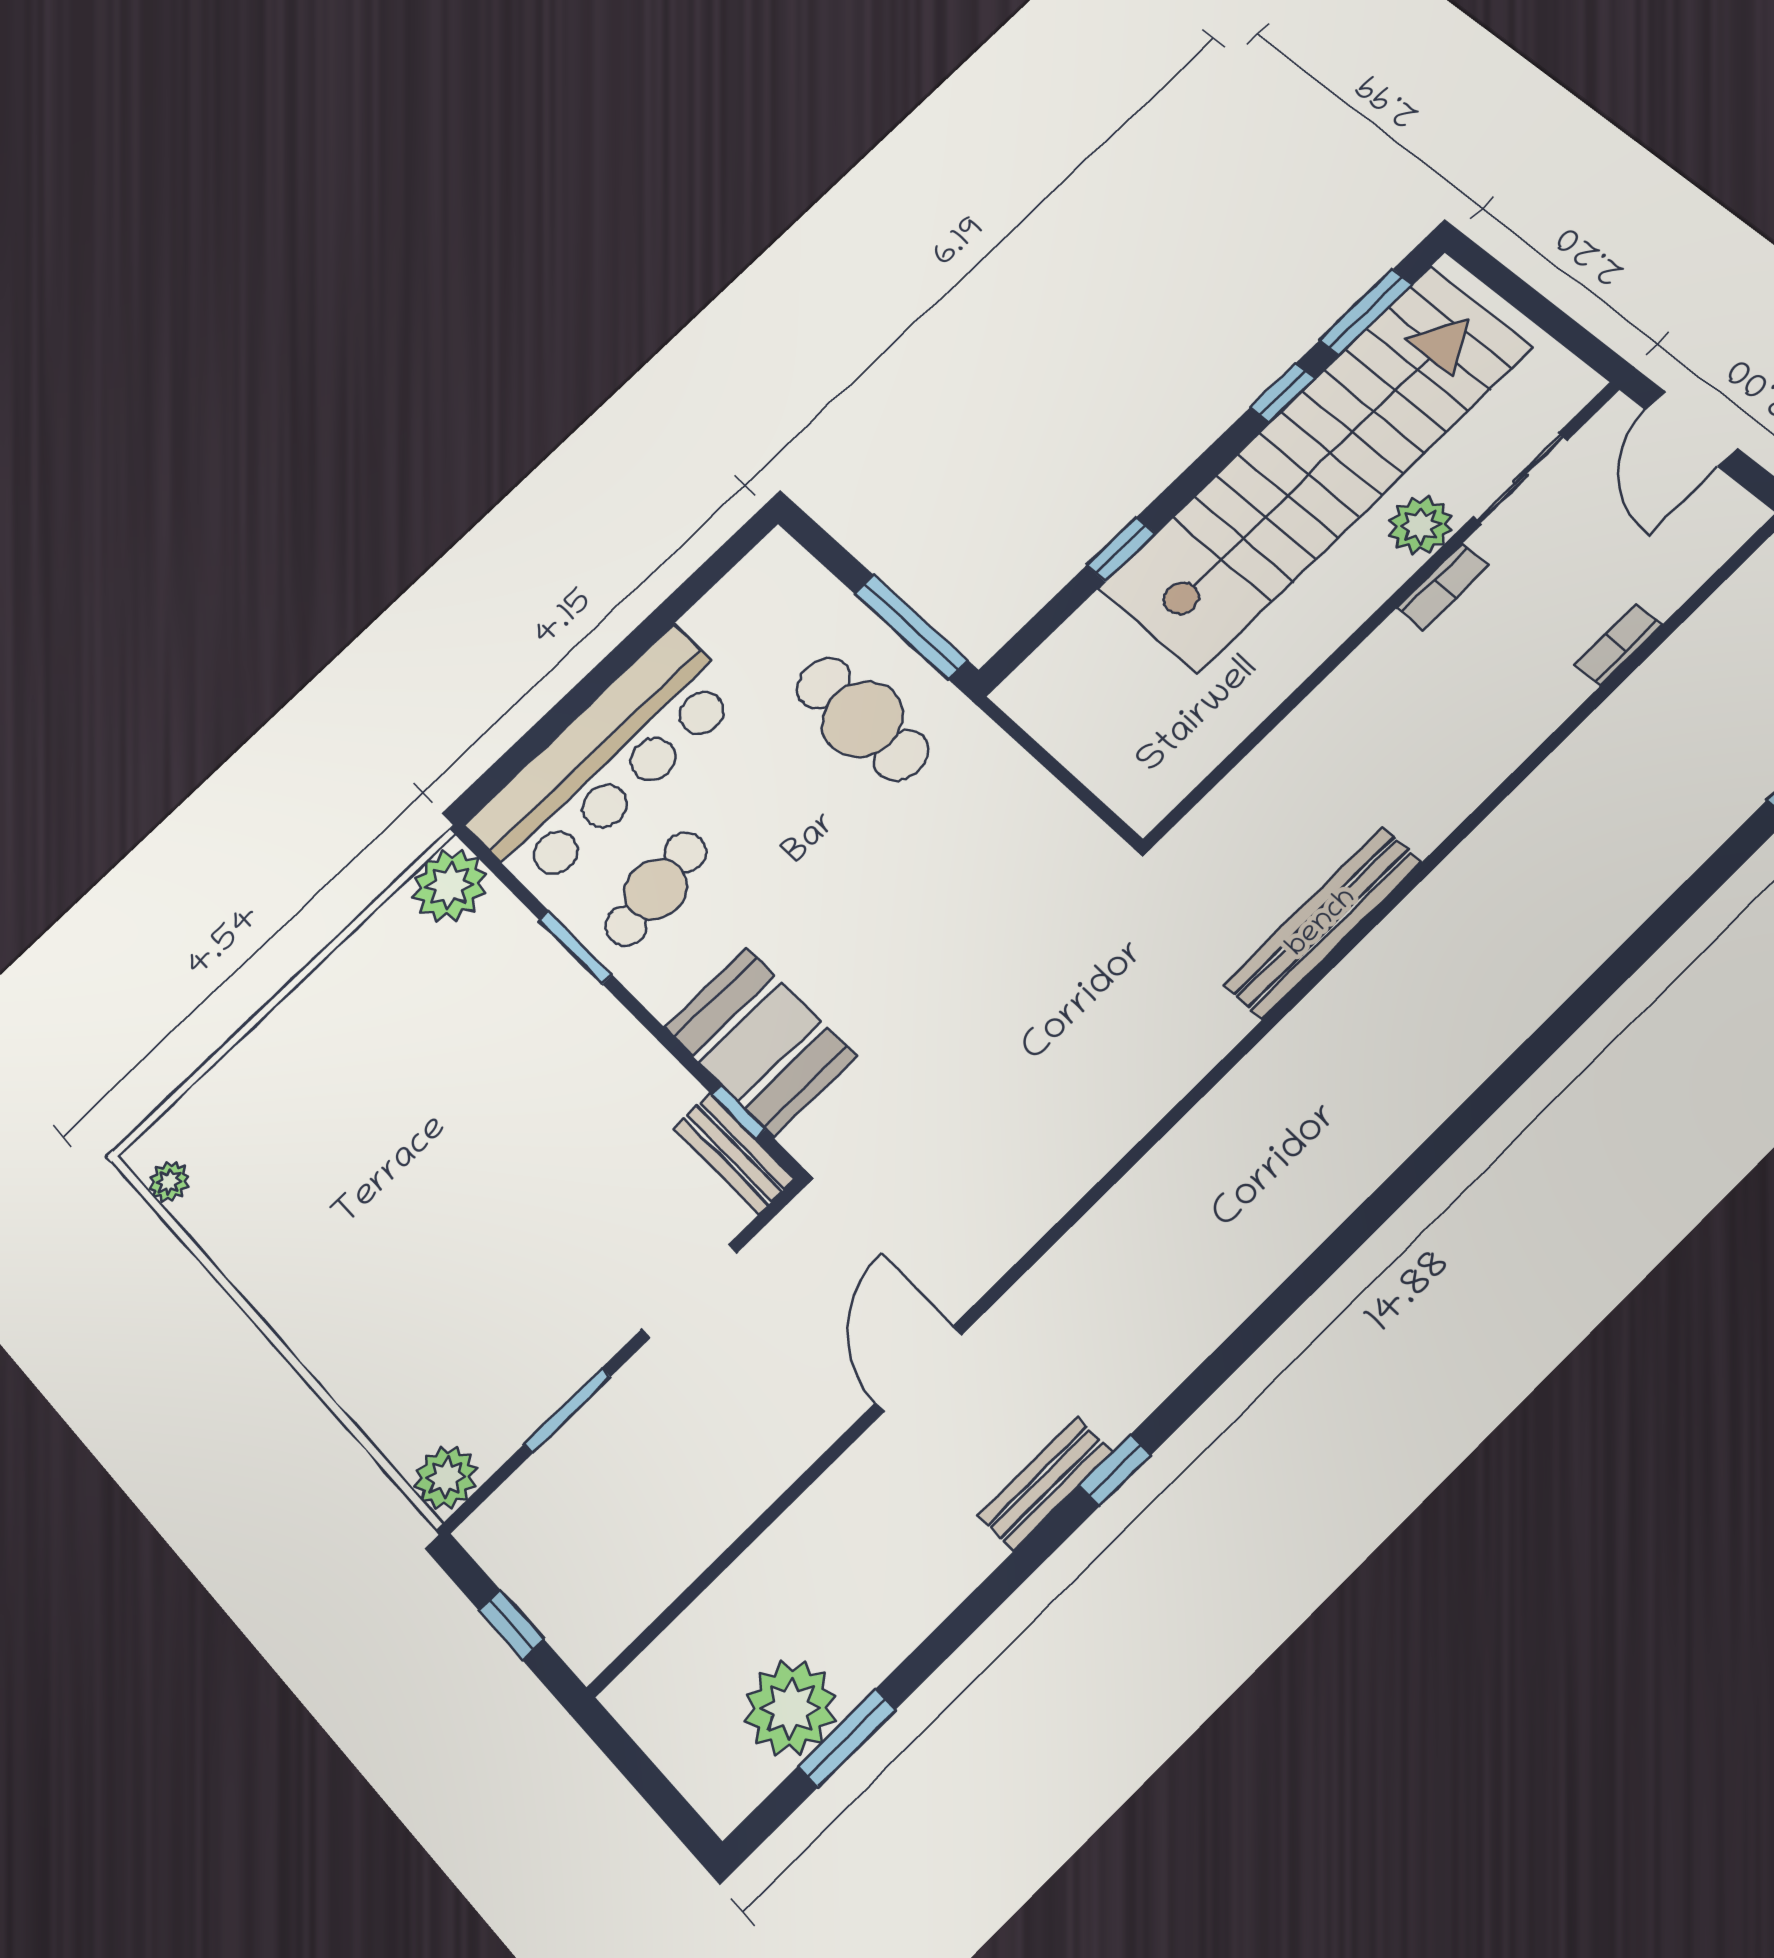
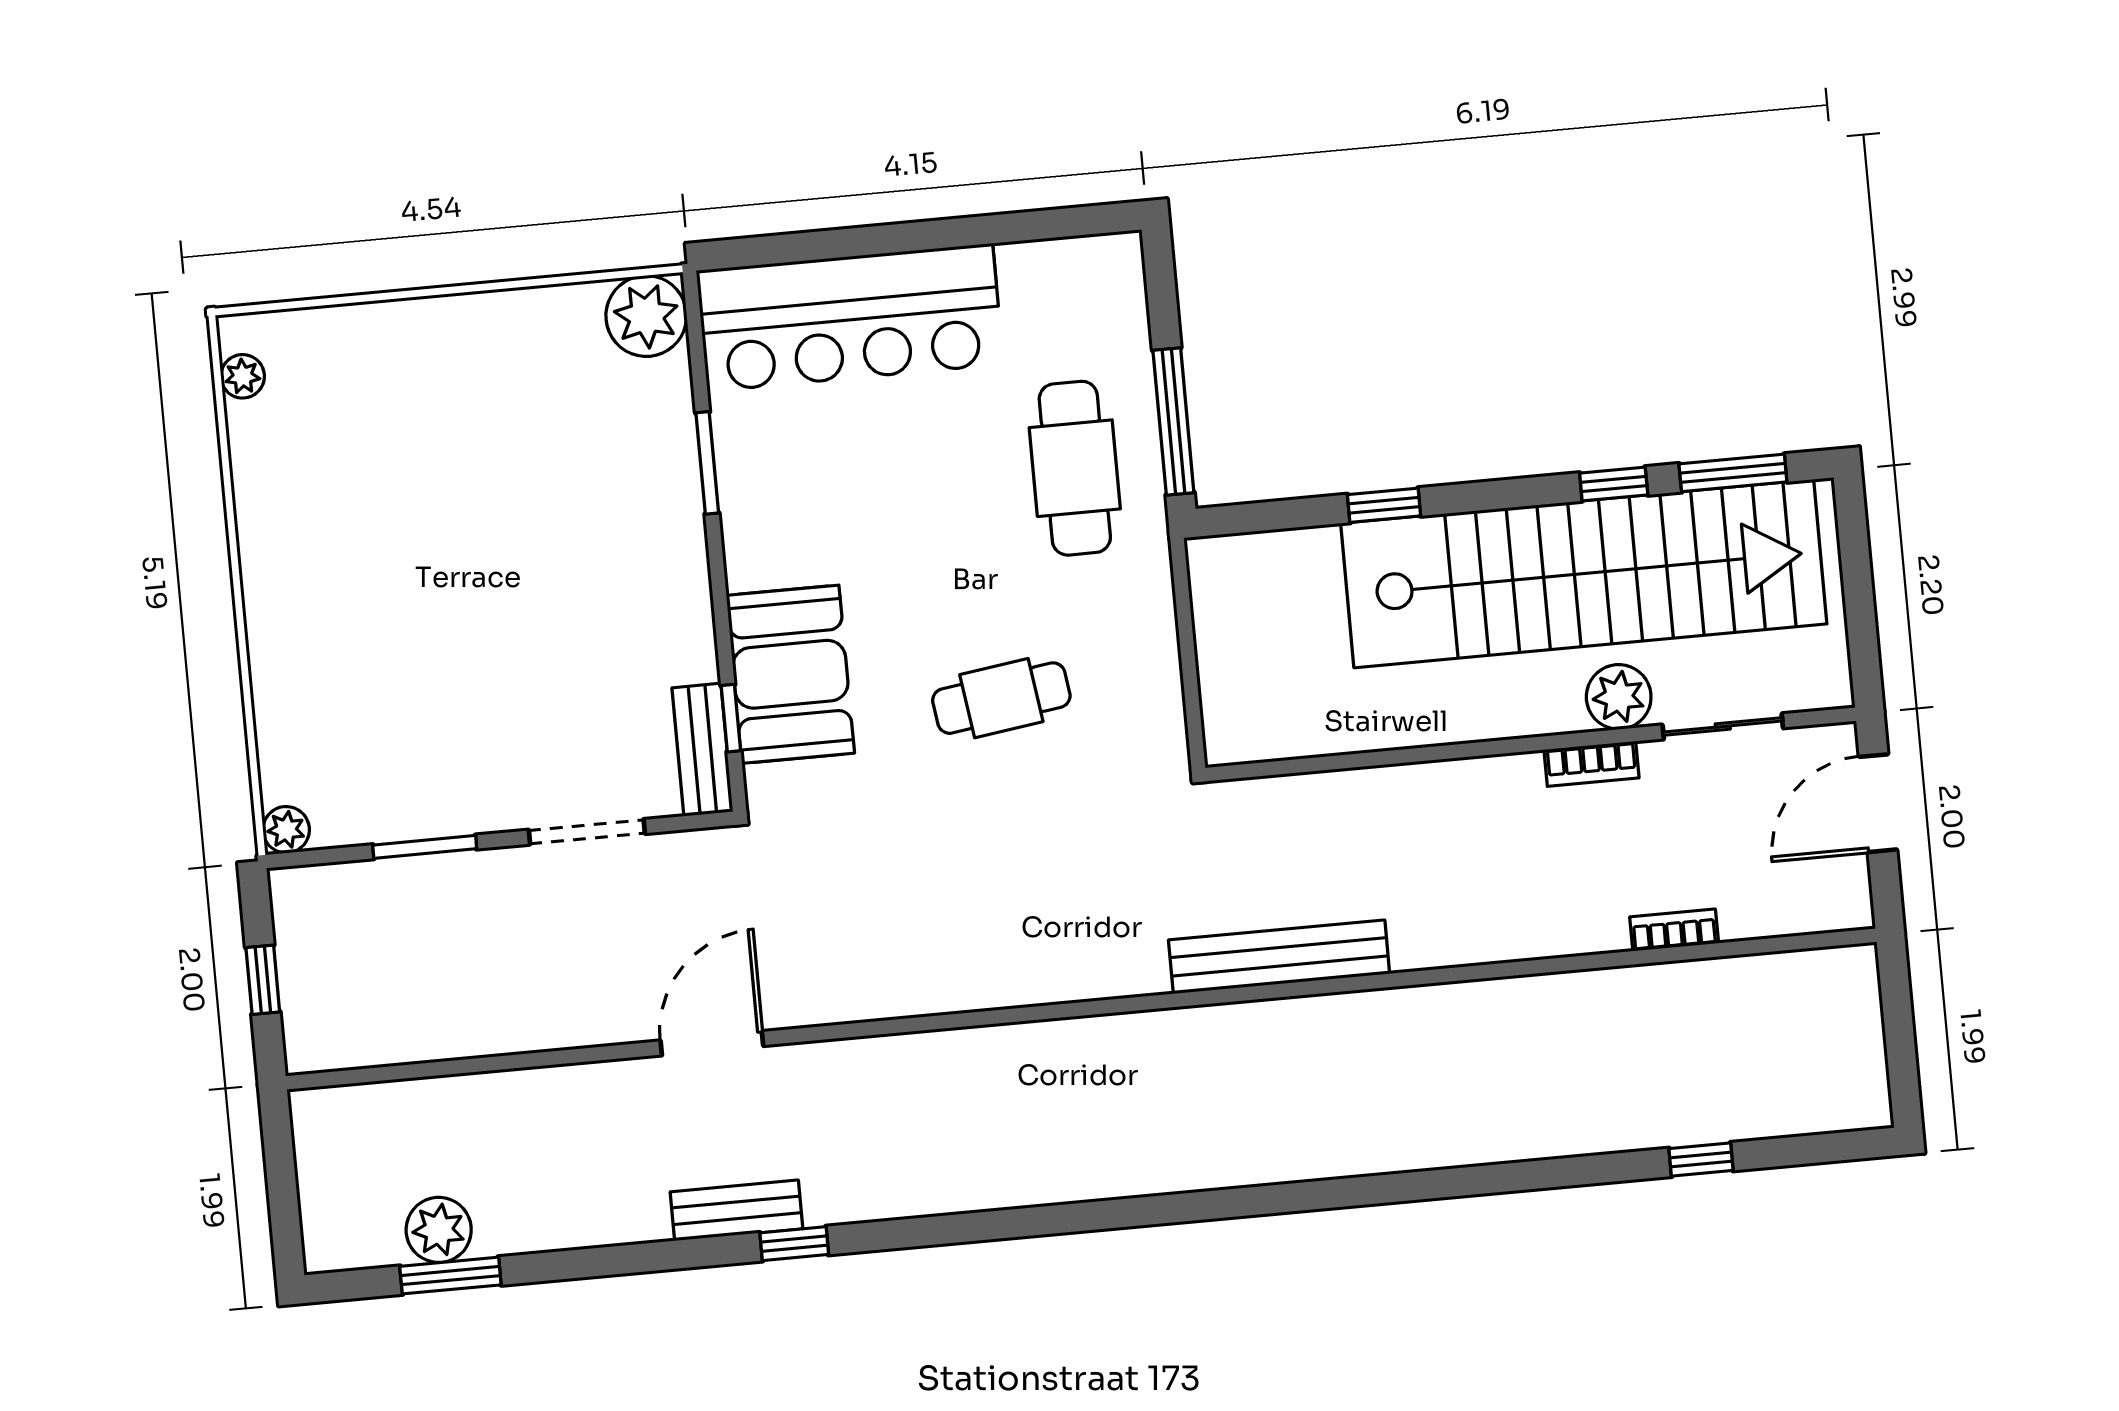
cafe table: (656, 889) -> (1001, 698), moved
plant: (446, 1478) -> (286, 830), width x0.73, depth x0.73
plant: (791, 1708) -> (439, 1230), width x0.73, depth x0.73

